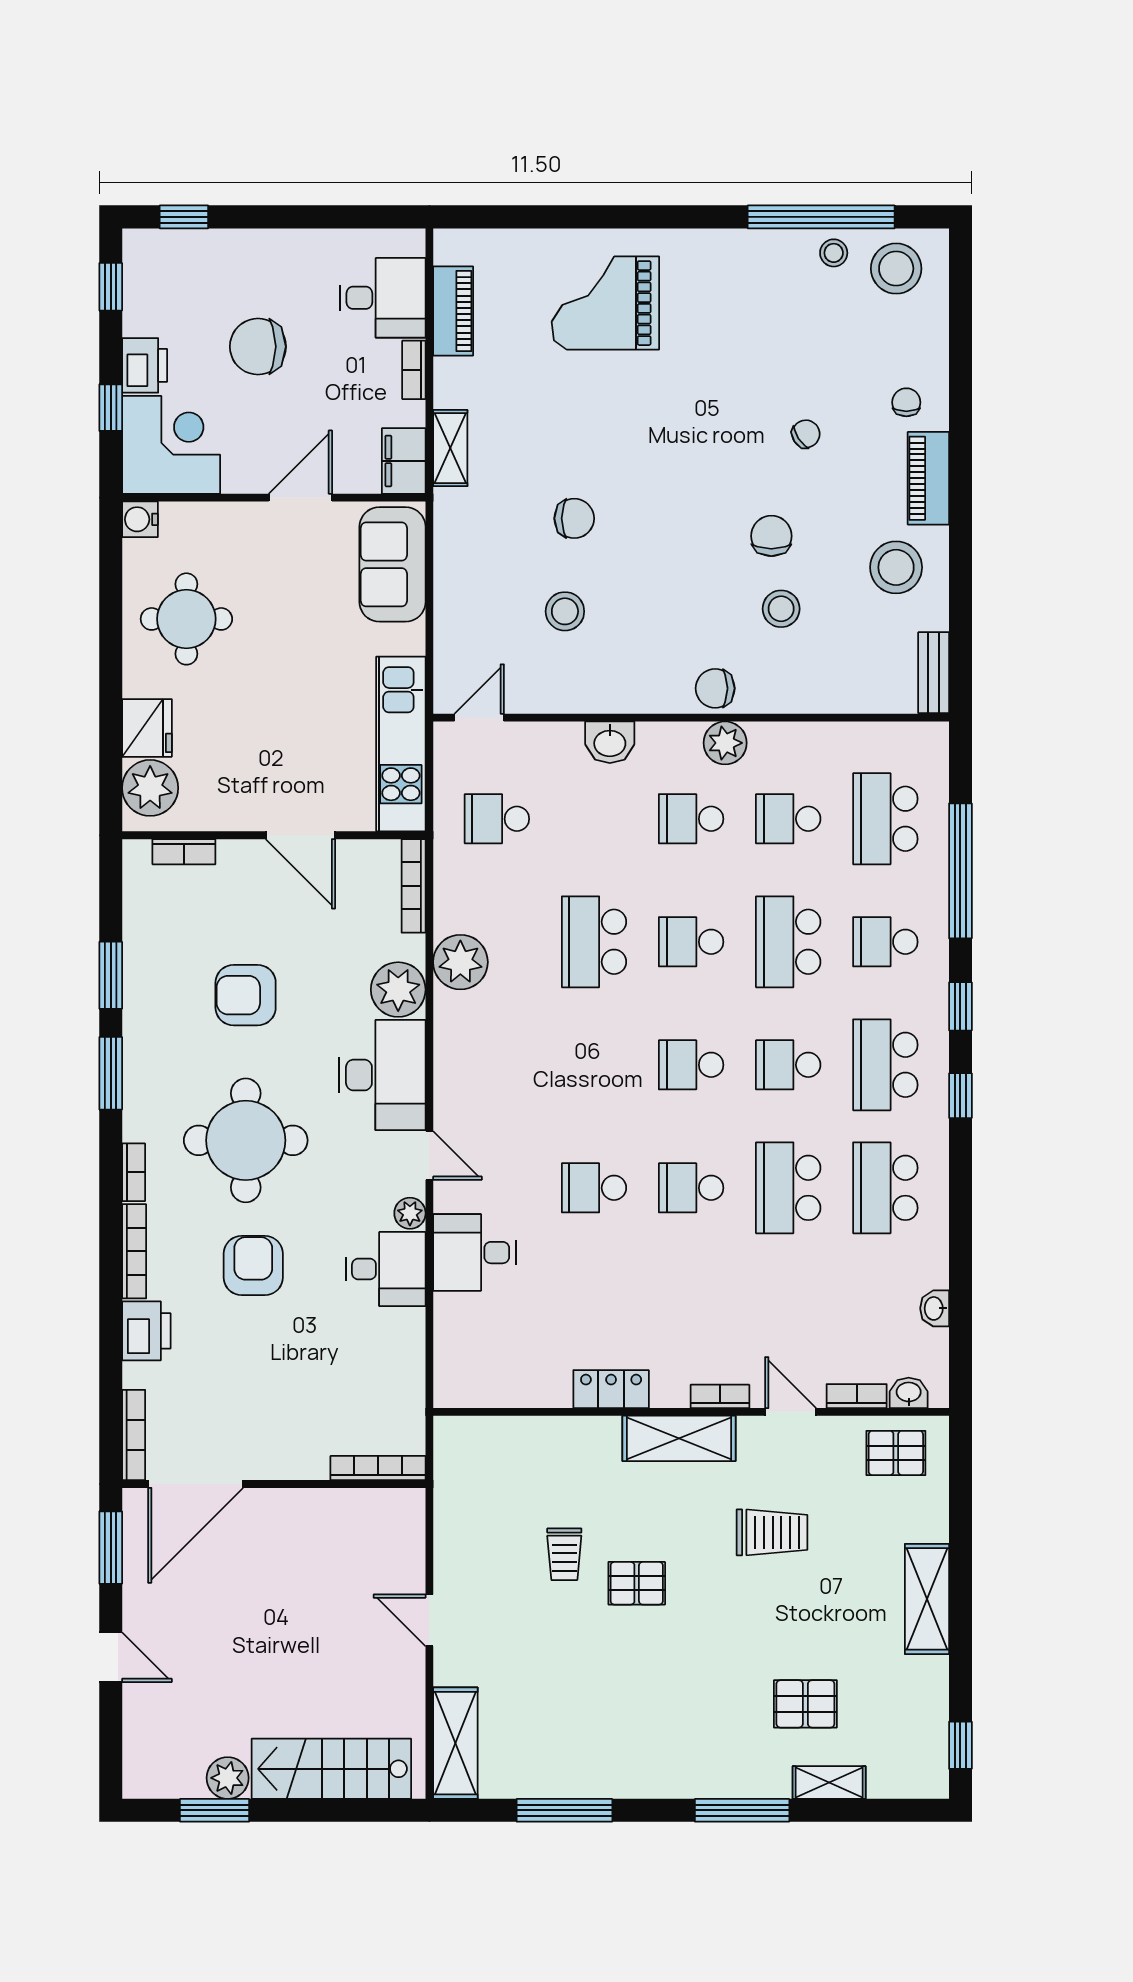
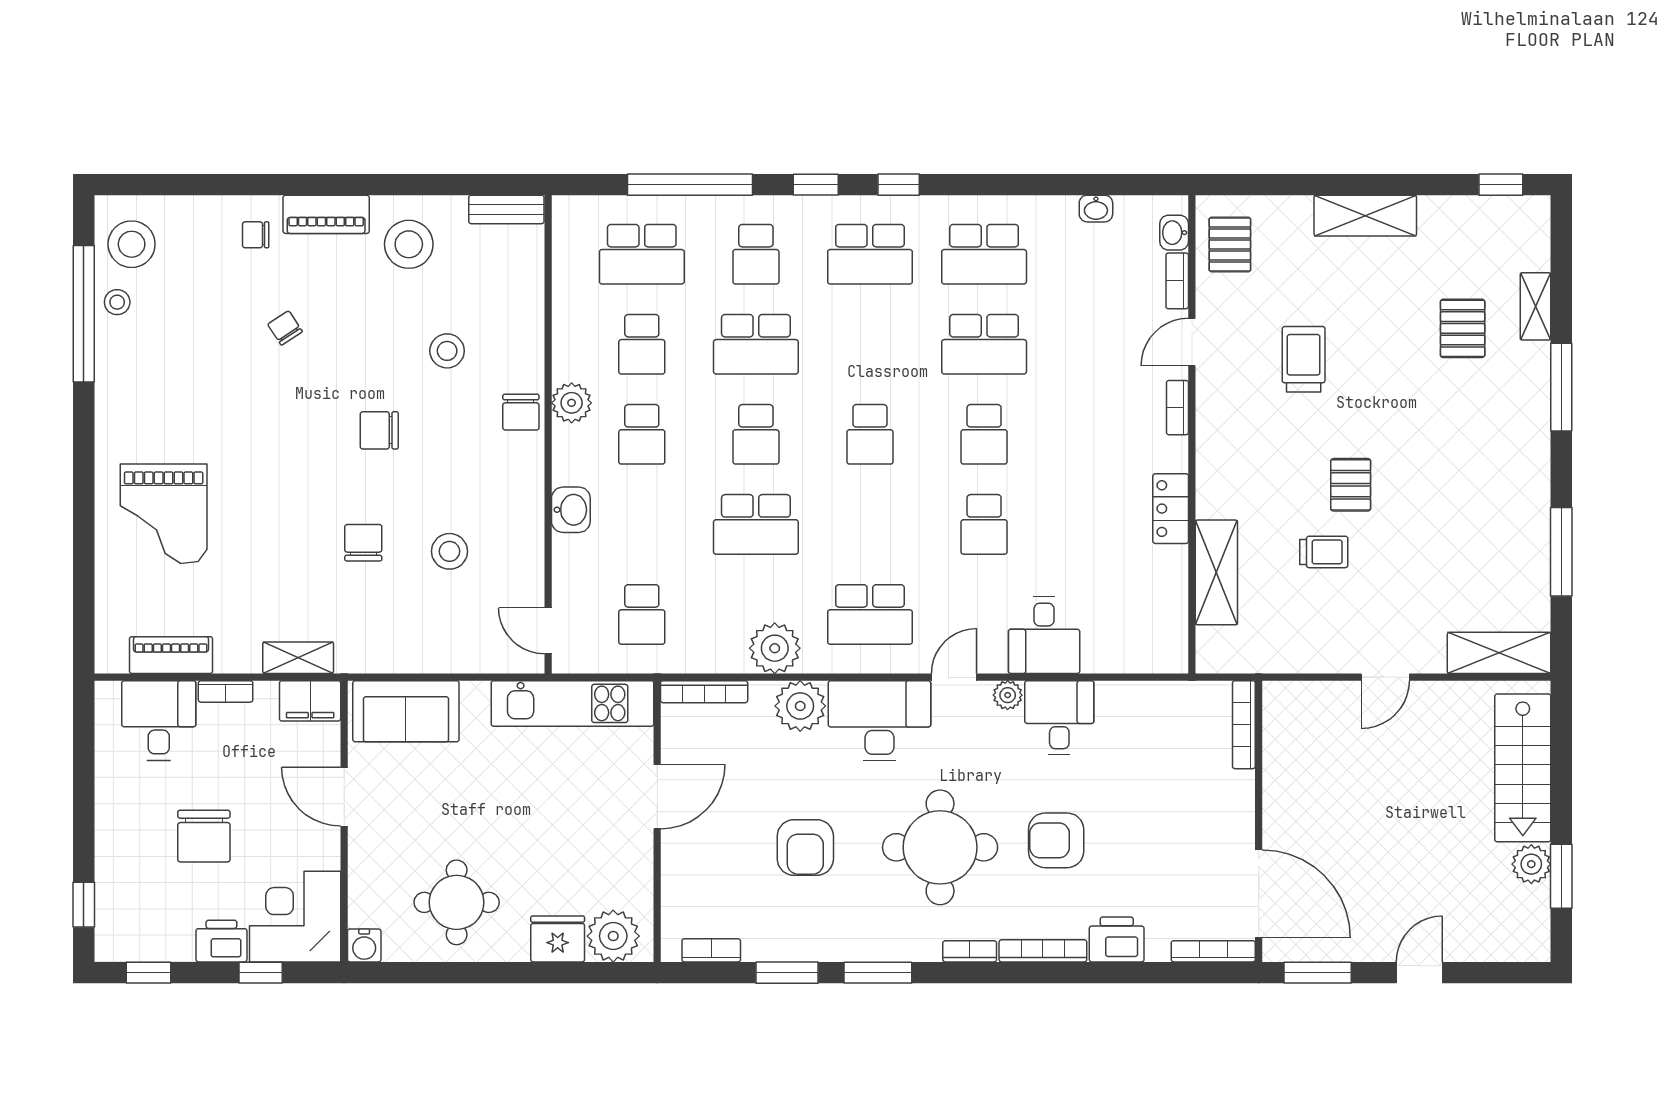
chair: (771, 536) -> (379, 430), moved
bookcase: (184, 852) -> (711, 950), moved, turned -90
school desk: (788, 1065) -> (870, 614), moved, width x1.85
shelving: (679, 1438) -> (1216, 572), moved

